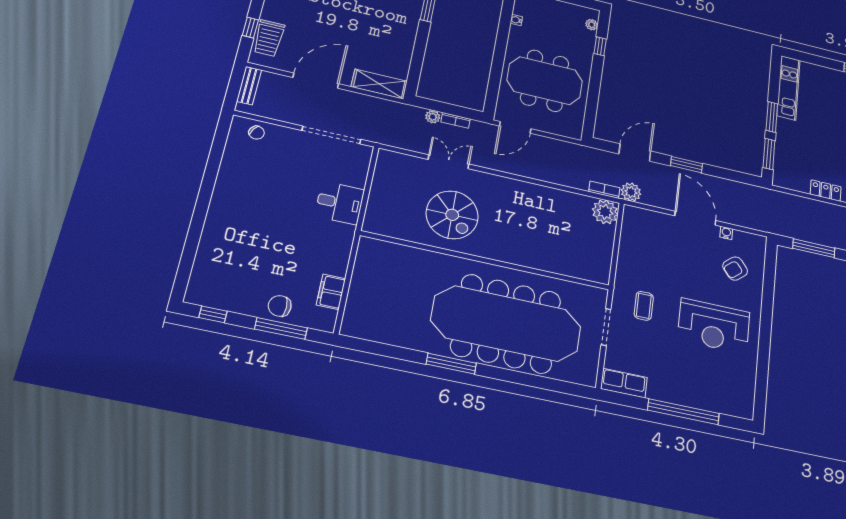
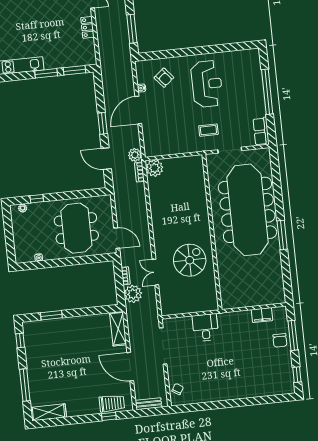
plant: (433, 117) -> (133, 294), width x1.88, depth x1.88

